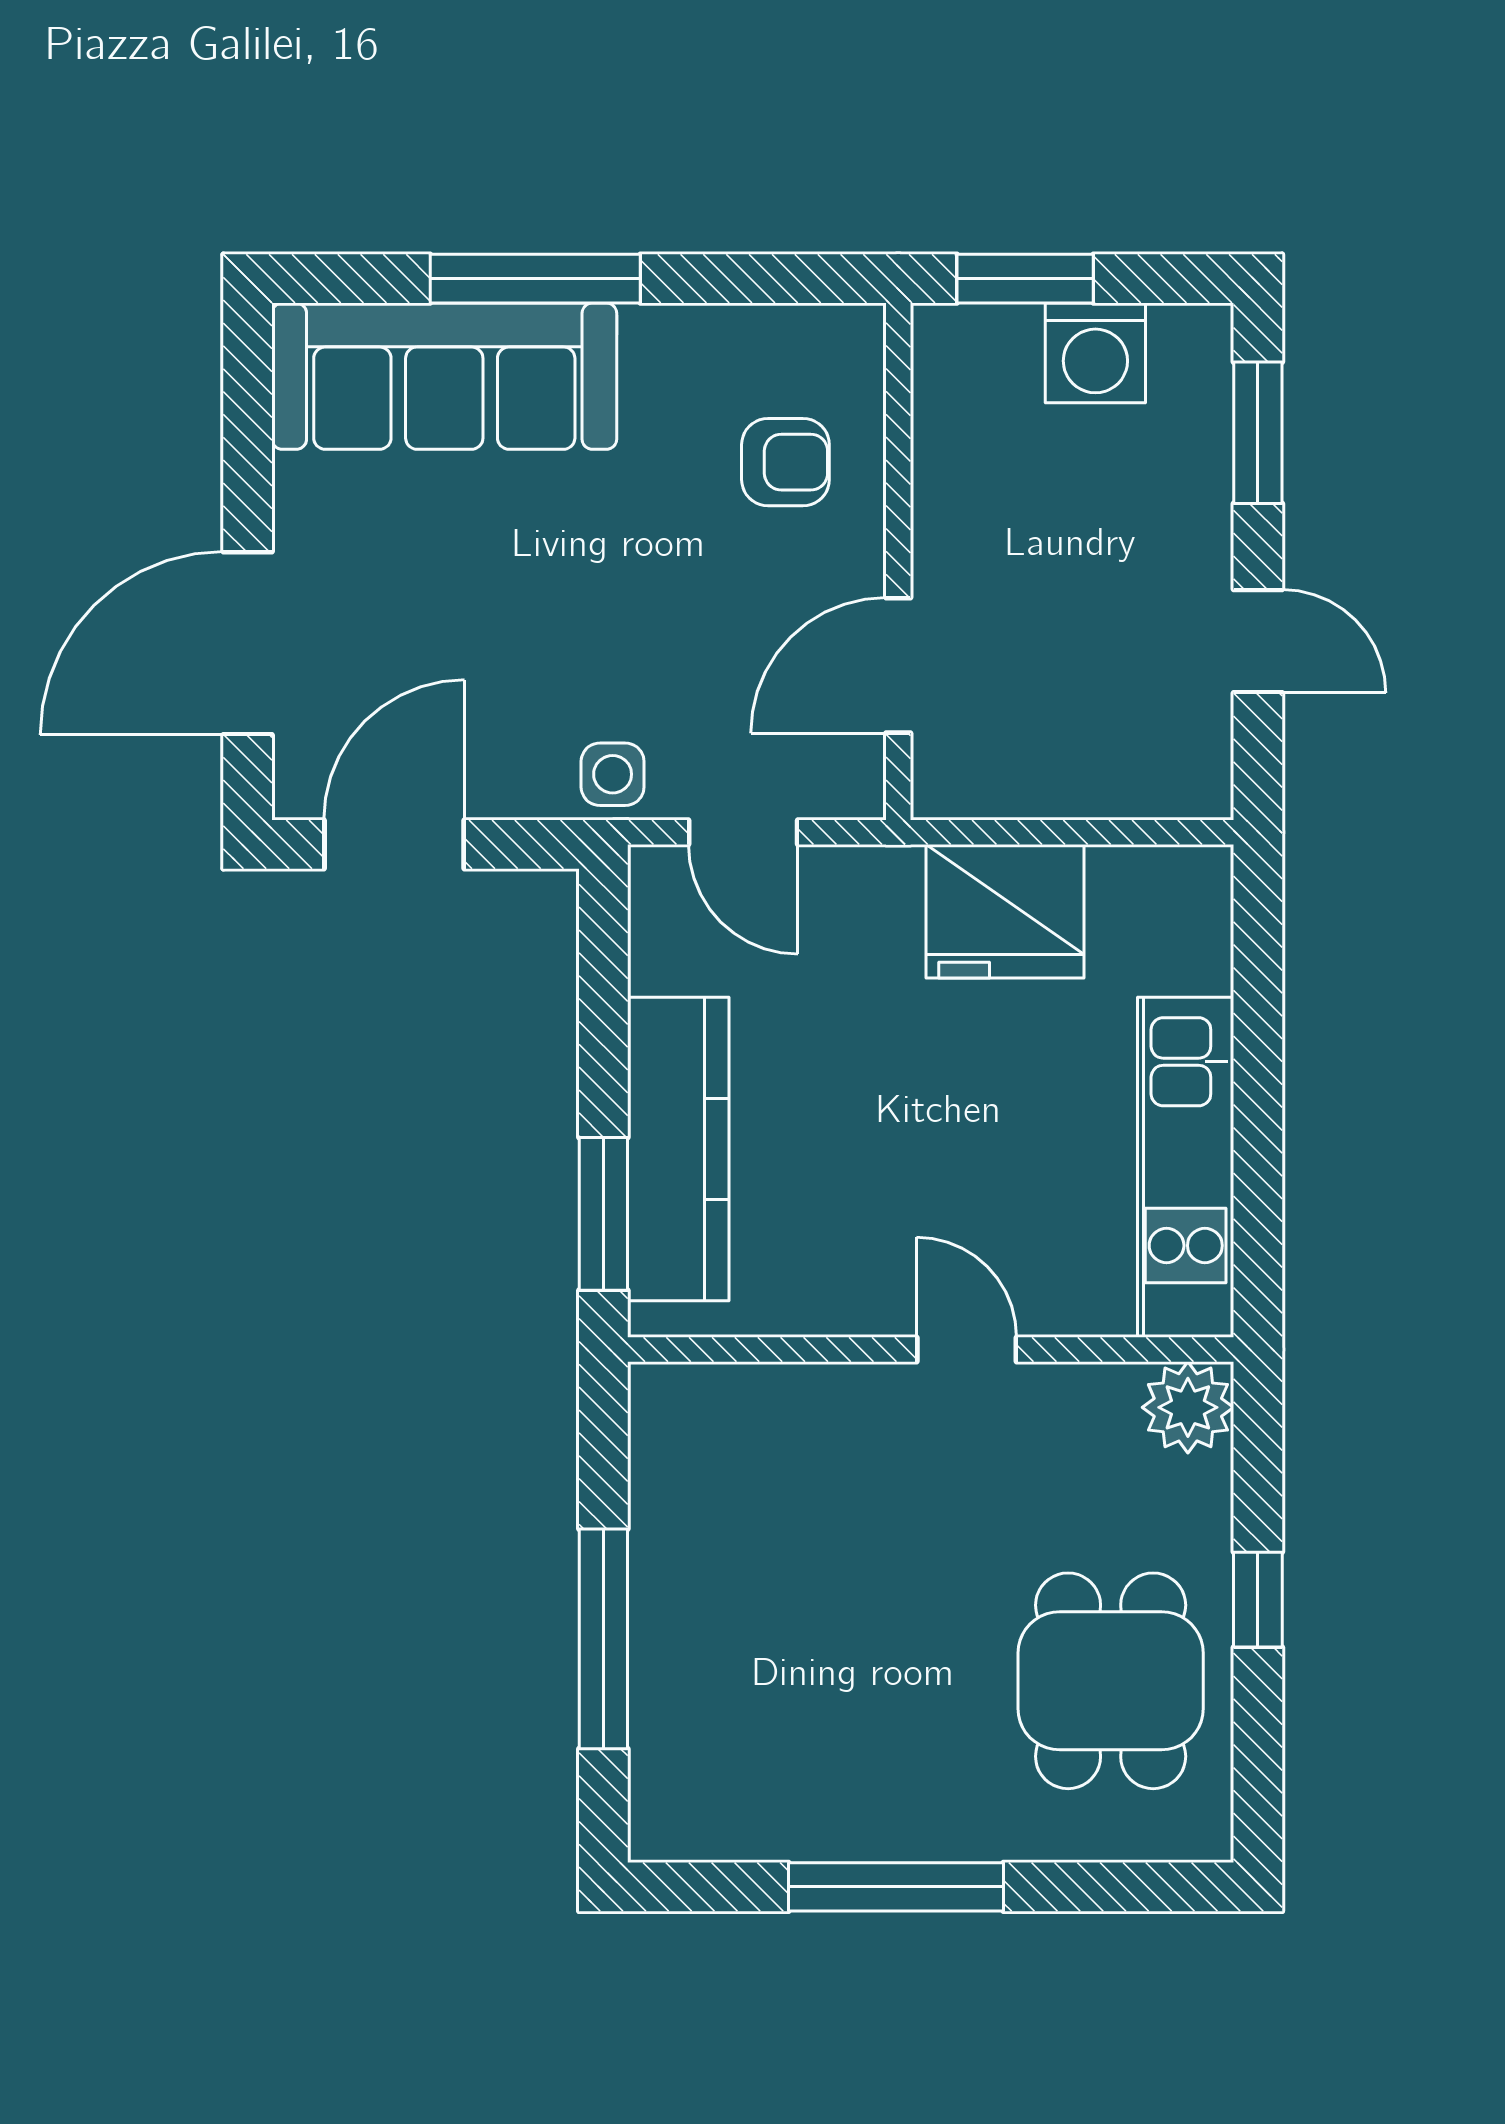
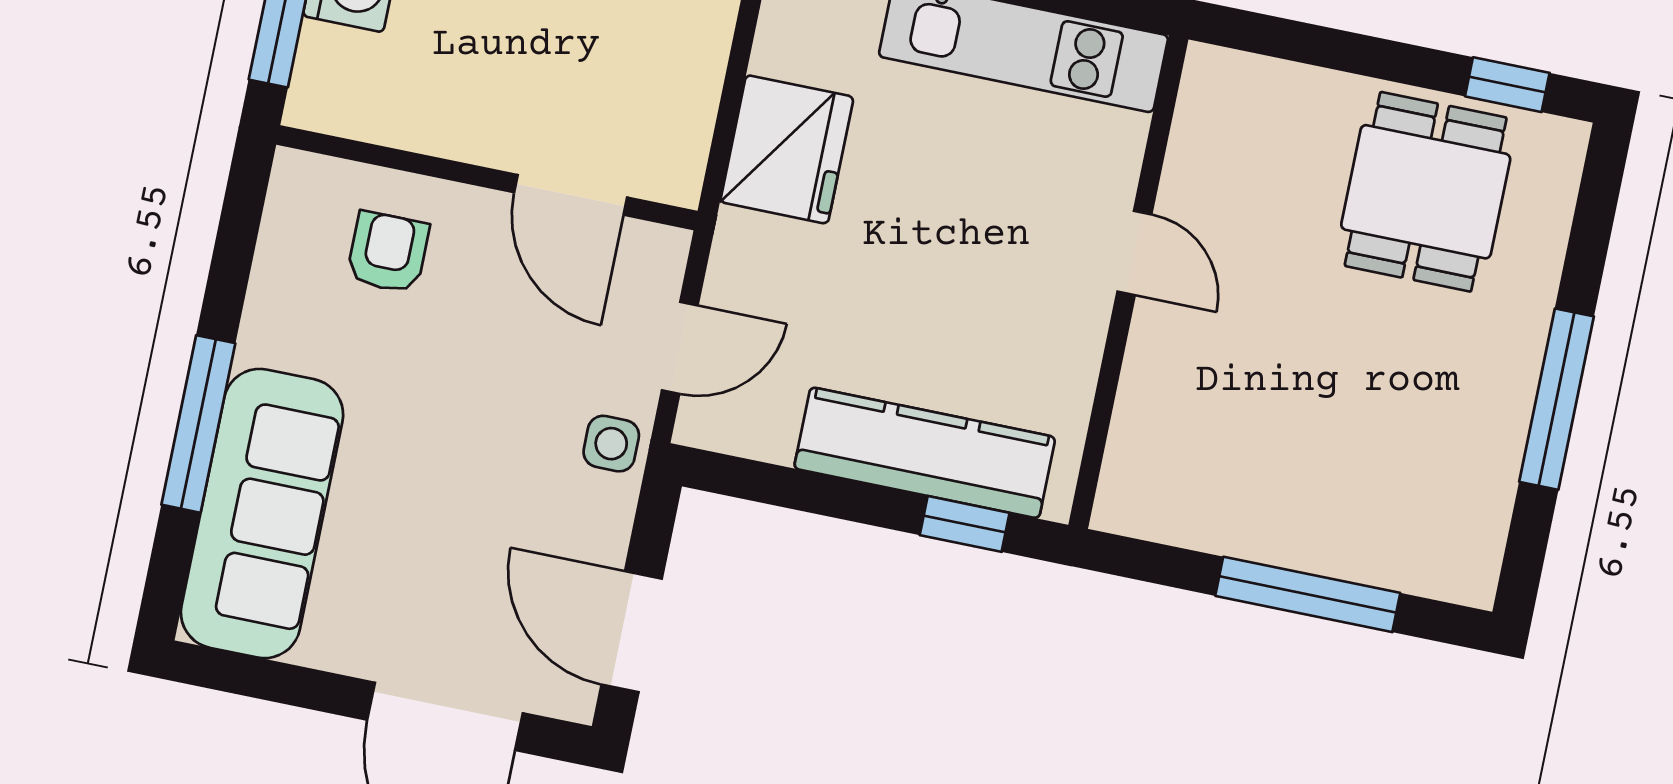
window: (603, 1214) -> (965, 524), width x0.67
door: (967, 1350) -> (1134, 253), swing flipped
plant: (1188, 1407) -> (1218, 84), removed
window: (1258, 1600) -> (1507, 85), moved
dining table: (1111, 1681) -> (1426, 192), turned 90

